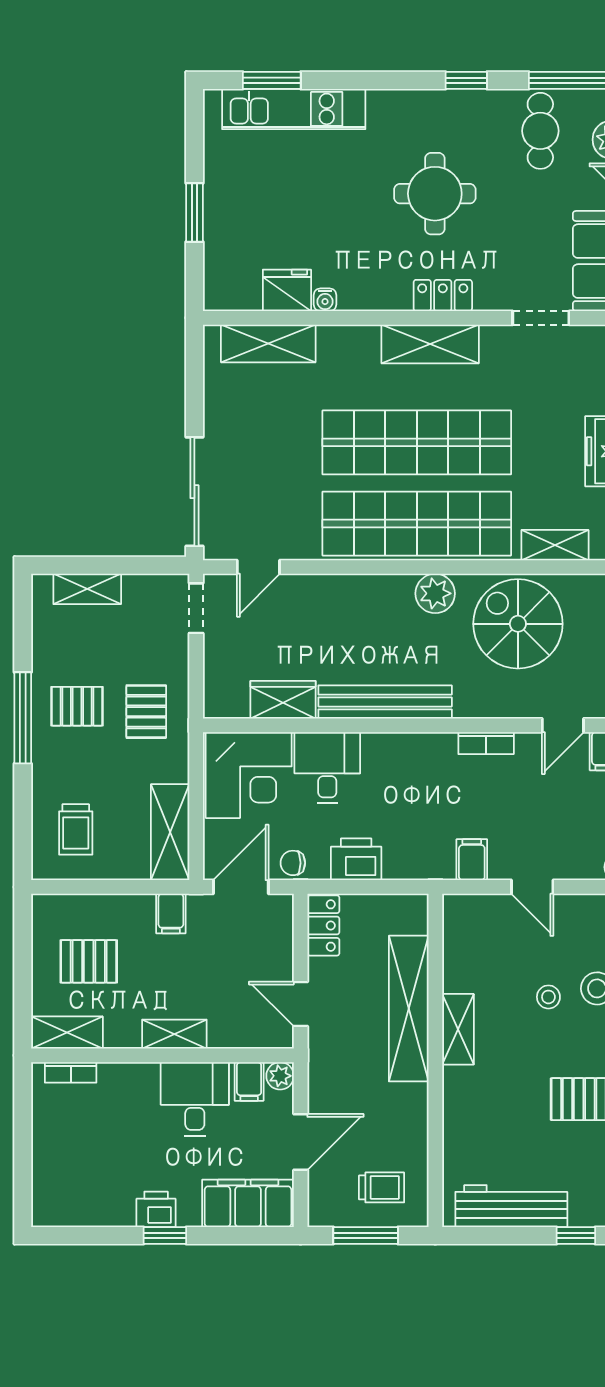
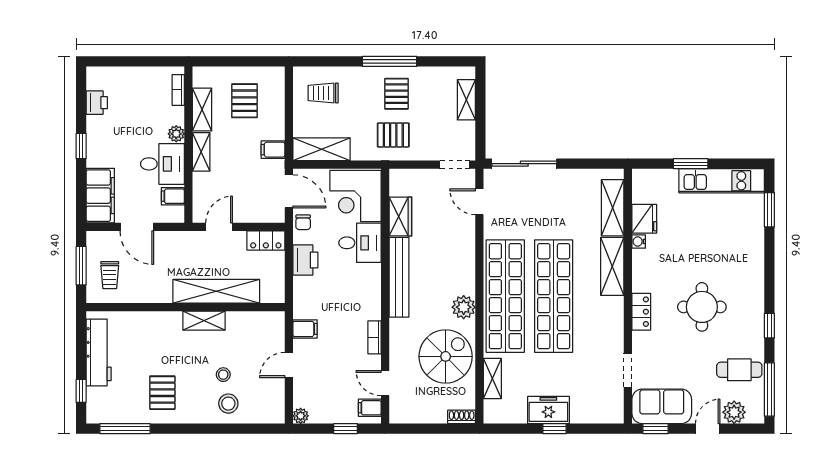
kitchen unit: (294, 109) -> (722, 181), moved, turned -90
shelving: (430, 344) -> (612, 266), moved
chair: (293, 863) -> (303, 222), turned 180
shelving: (67, 1033) -> (202, 110), moved
plant: (280, 1076) -> (176, 134), moved
printer: (156, 1209) -> (97, 103), moved

